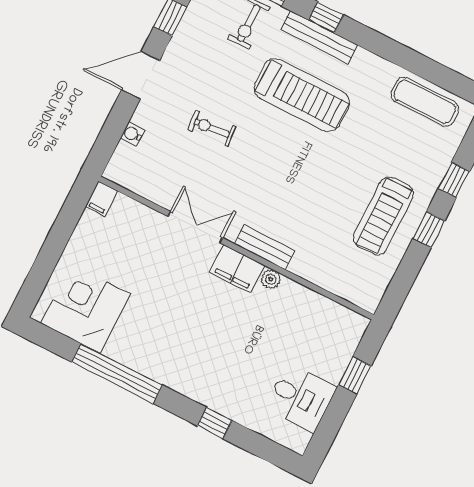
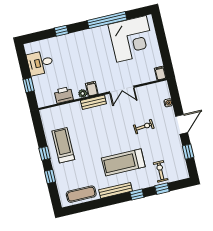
bench: (319, 37) -> (116, 190), moved
filing cabinet: (237, 269) -> (92, 89), width x0.50
printer: (307, 305) -> (64, 95), added
corner desk: (85, 309) -> (132, 39), width x1.36, depth x1.36

